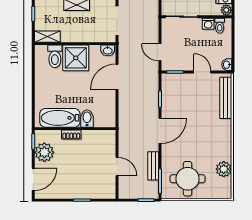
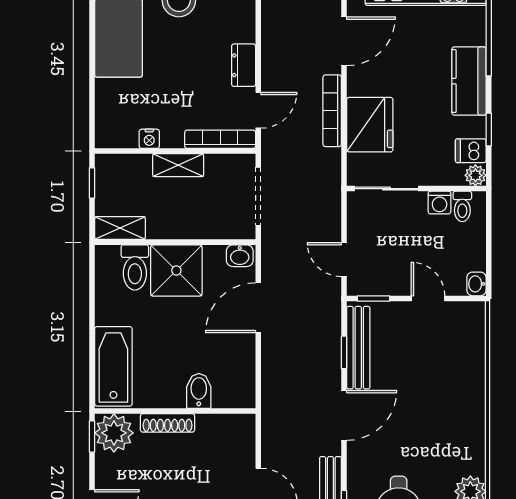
bench: (226, 98) -> (358, 348), moved
bathtub: (60, 118) -> (113, 366), moved, turned 90
shoe rack: (71, 135) -> (168, 423), width x1.43
plant: (44, 152) -> (114, 433), moved

